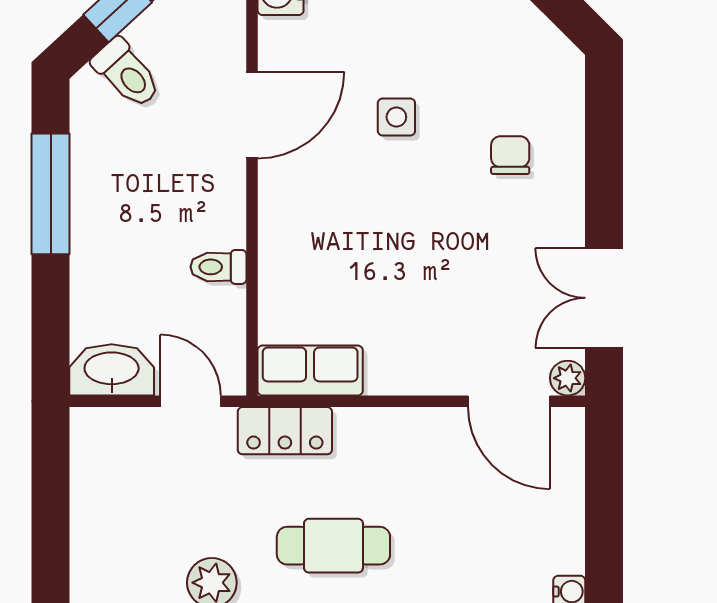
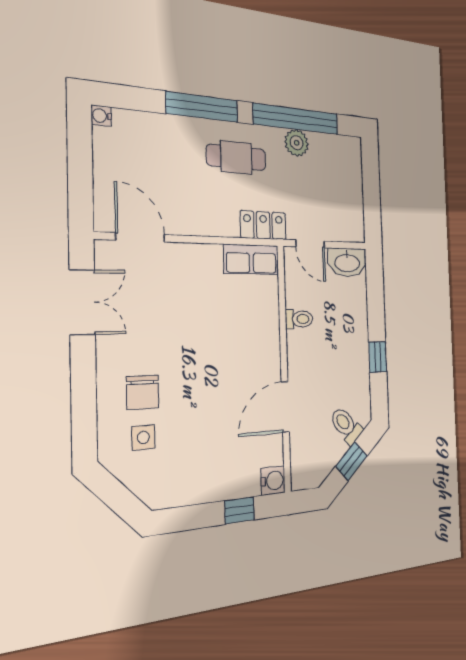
side table: (396, 117) -> (143, 437), moved
chair: (510, 155) -> (143, 392), width x1.37, depth x1.37
window: (51, 194) -> (378, 357), width x0.46
plant: (568, 378) -> (105, 251), removed

